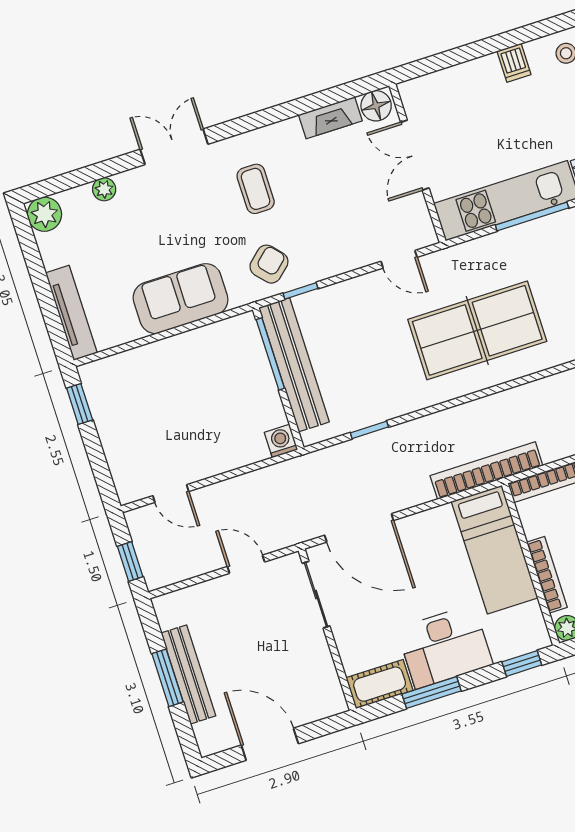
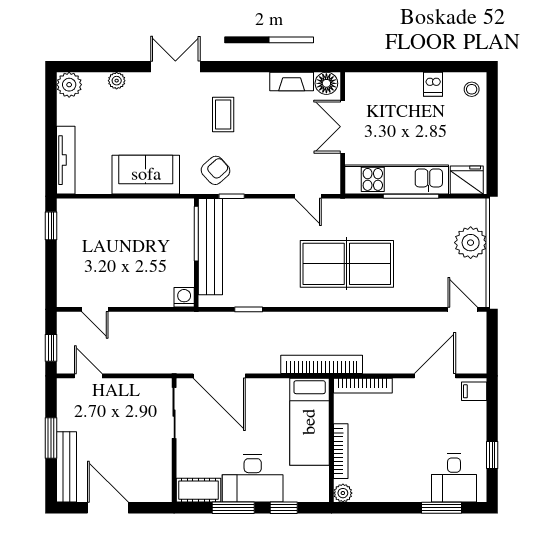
door: (246, 564) -> (88, 376), moved
window: (522, 663) -> (284, 508), moved
bench: (188, 674) -> (66, 467), moved

